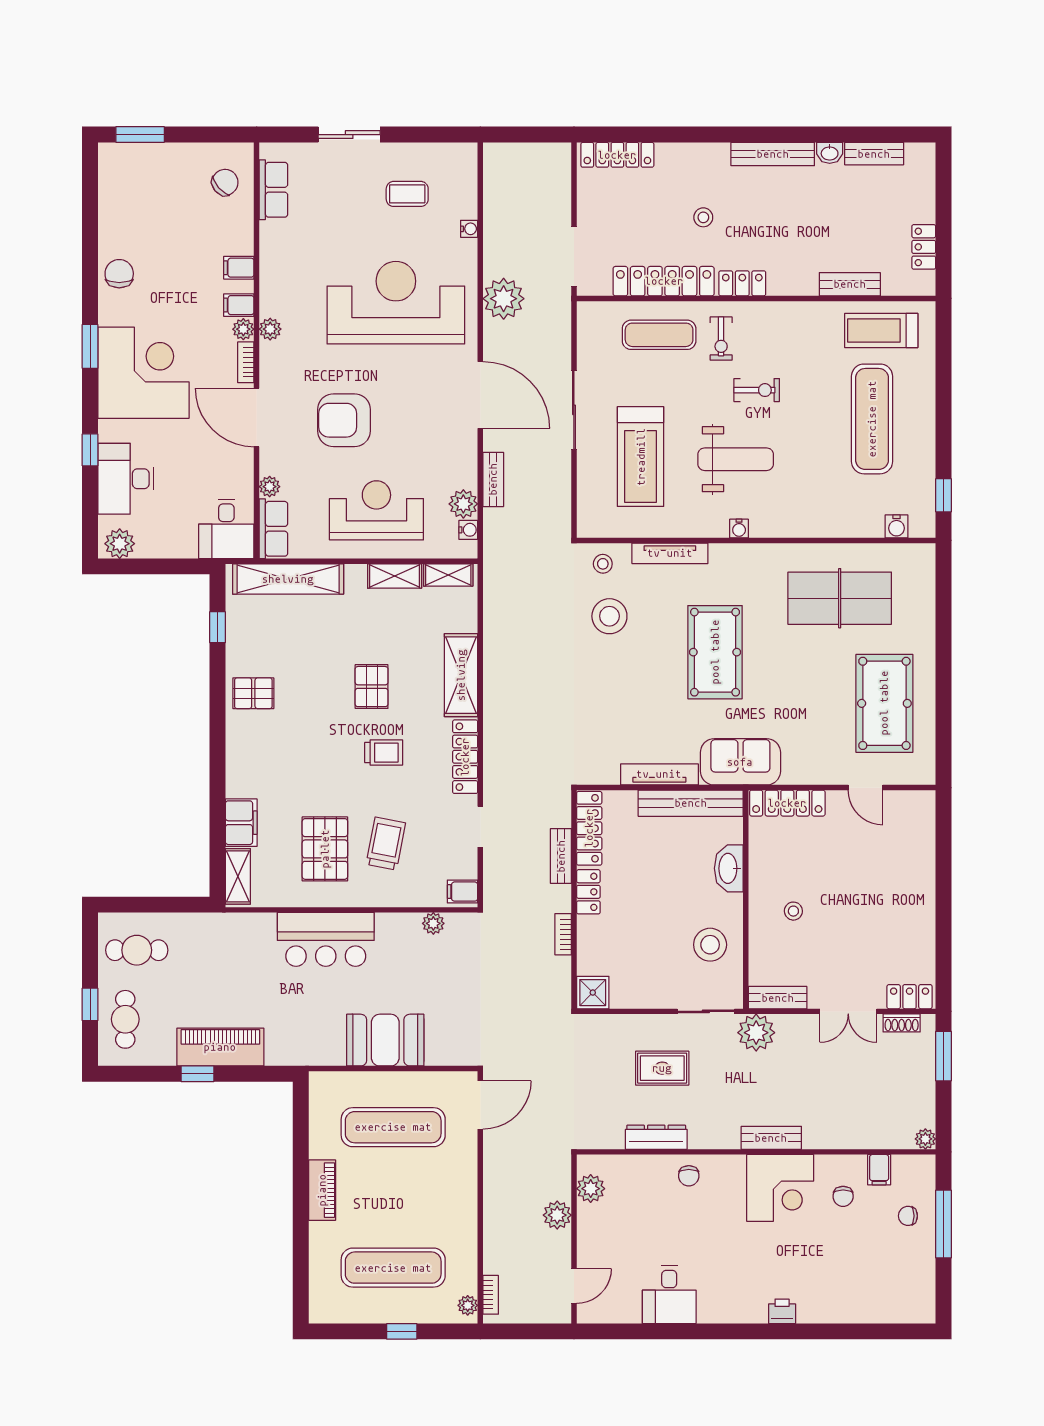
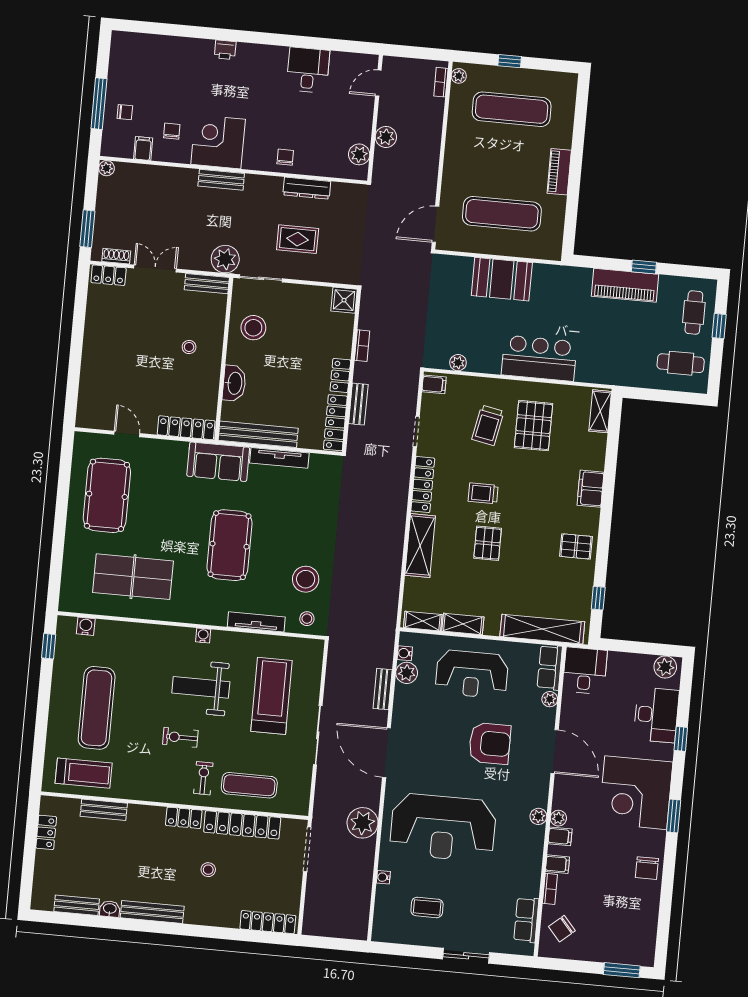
bookcase: (246, 362) -> (550, 889), moved
filing cabinet: (241, 823) -> (591, 489), moved

